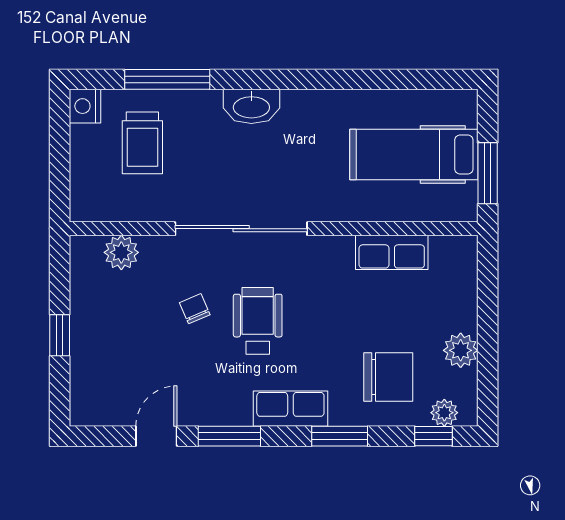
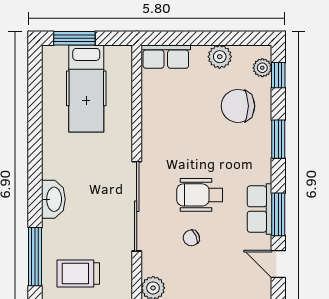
trolley: (142, 143) -> (78, 274), turned 180
window: (488, 173) -> (74, 38), moved
row of seats: (392, 252) -> (166, 57), moved, turned 90
chair: (388, 377) -> (238, 106), turned -90
row of seats: (290, 409) -> (260, 209), moved

